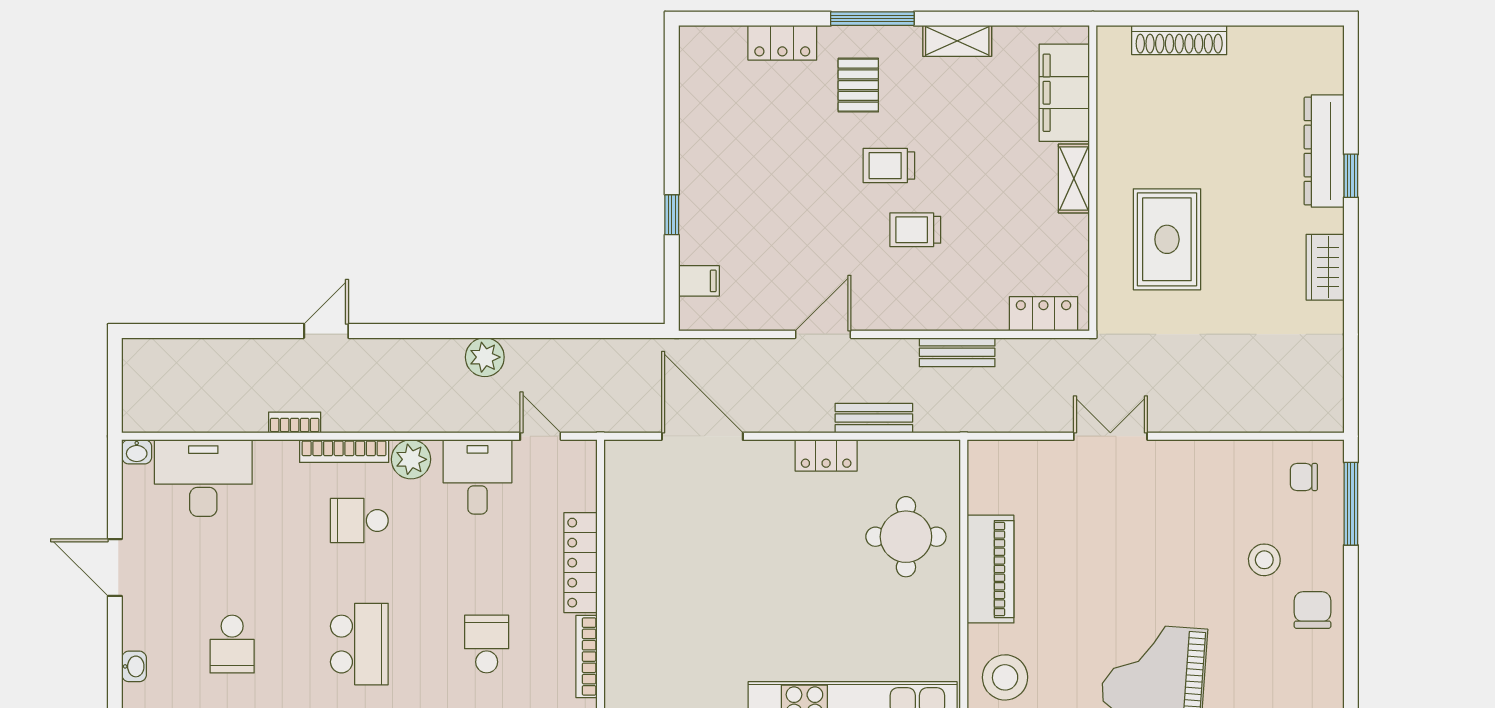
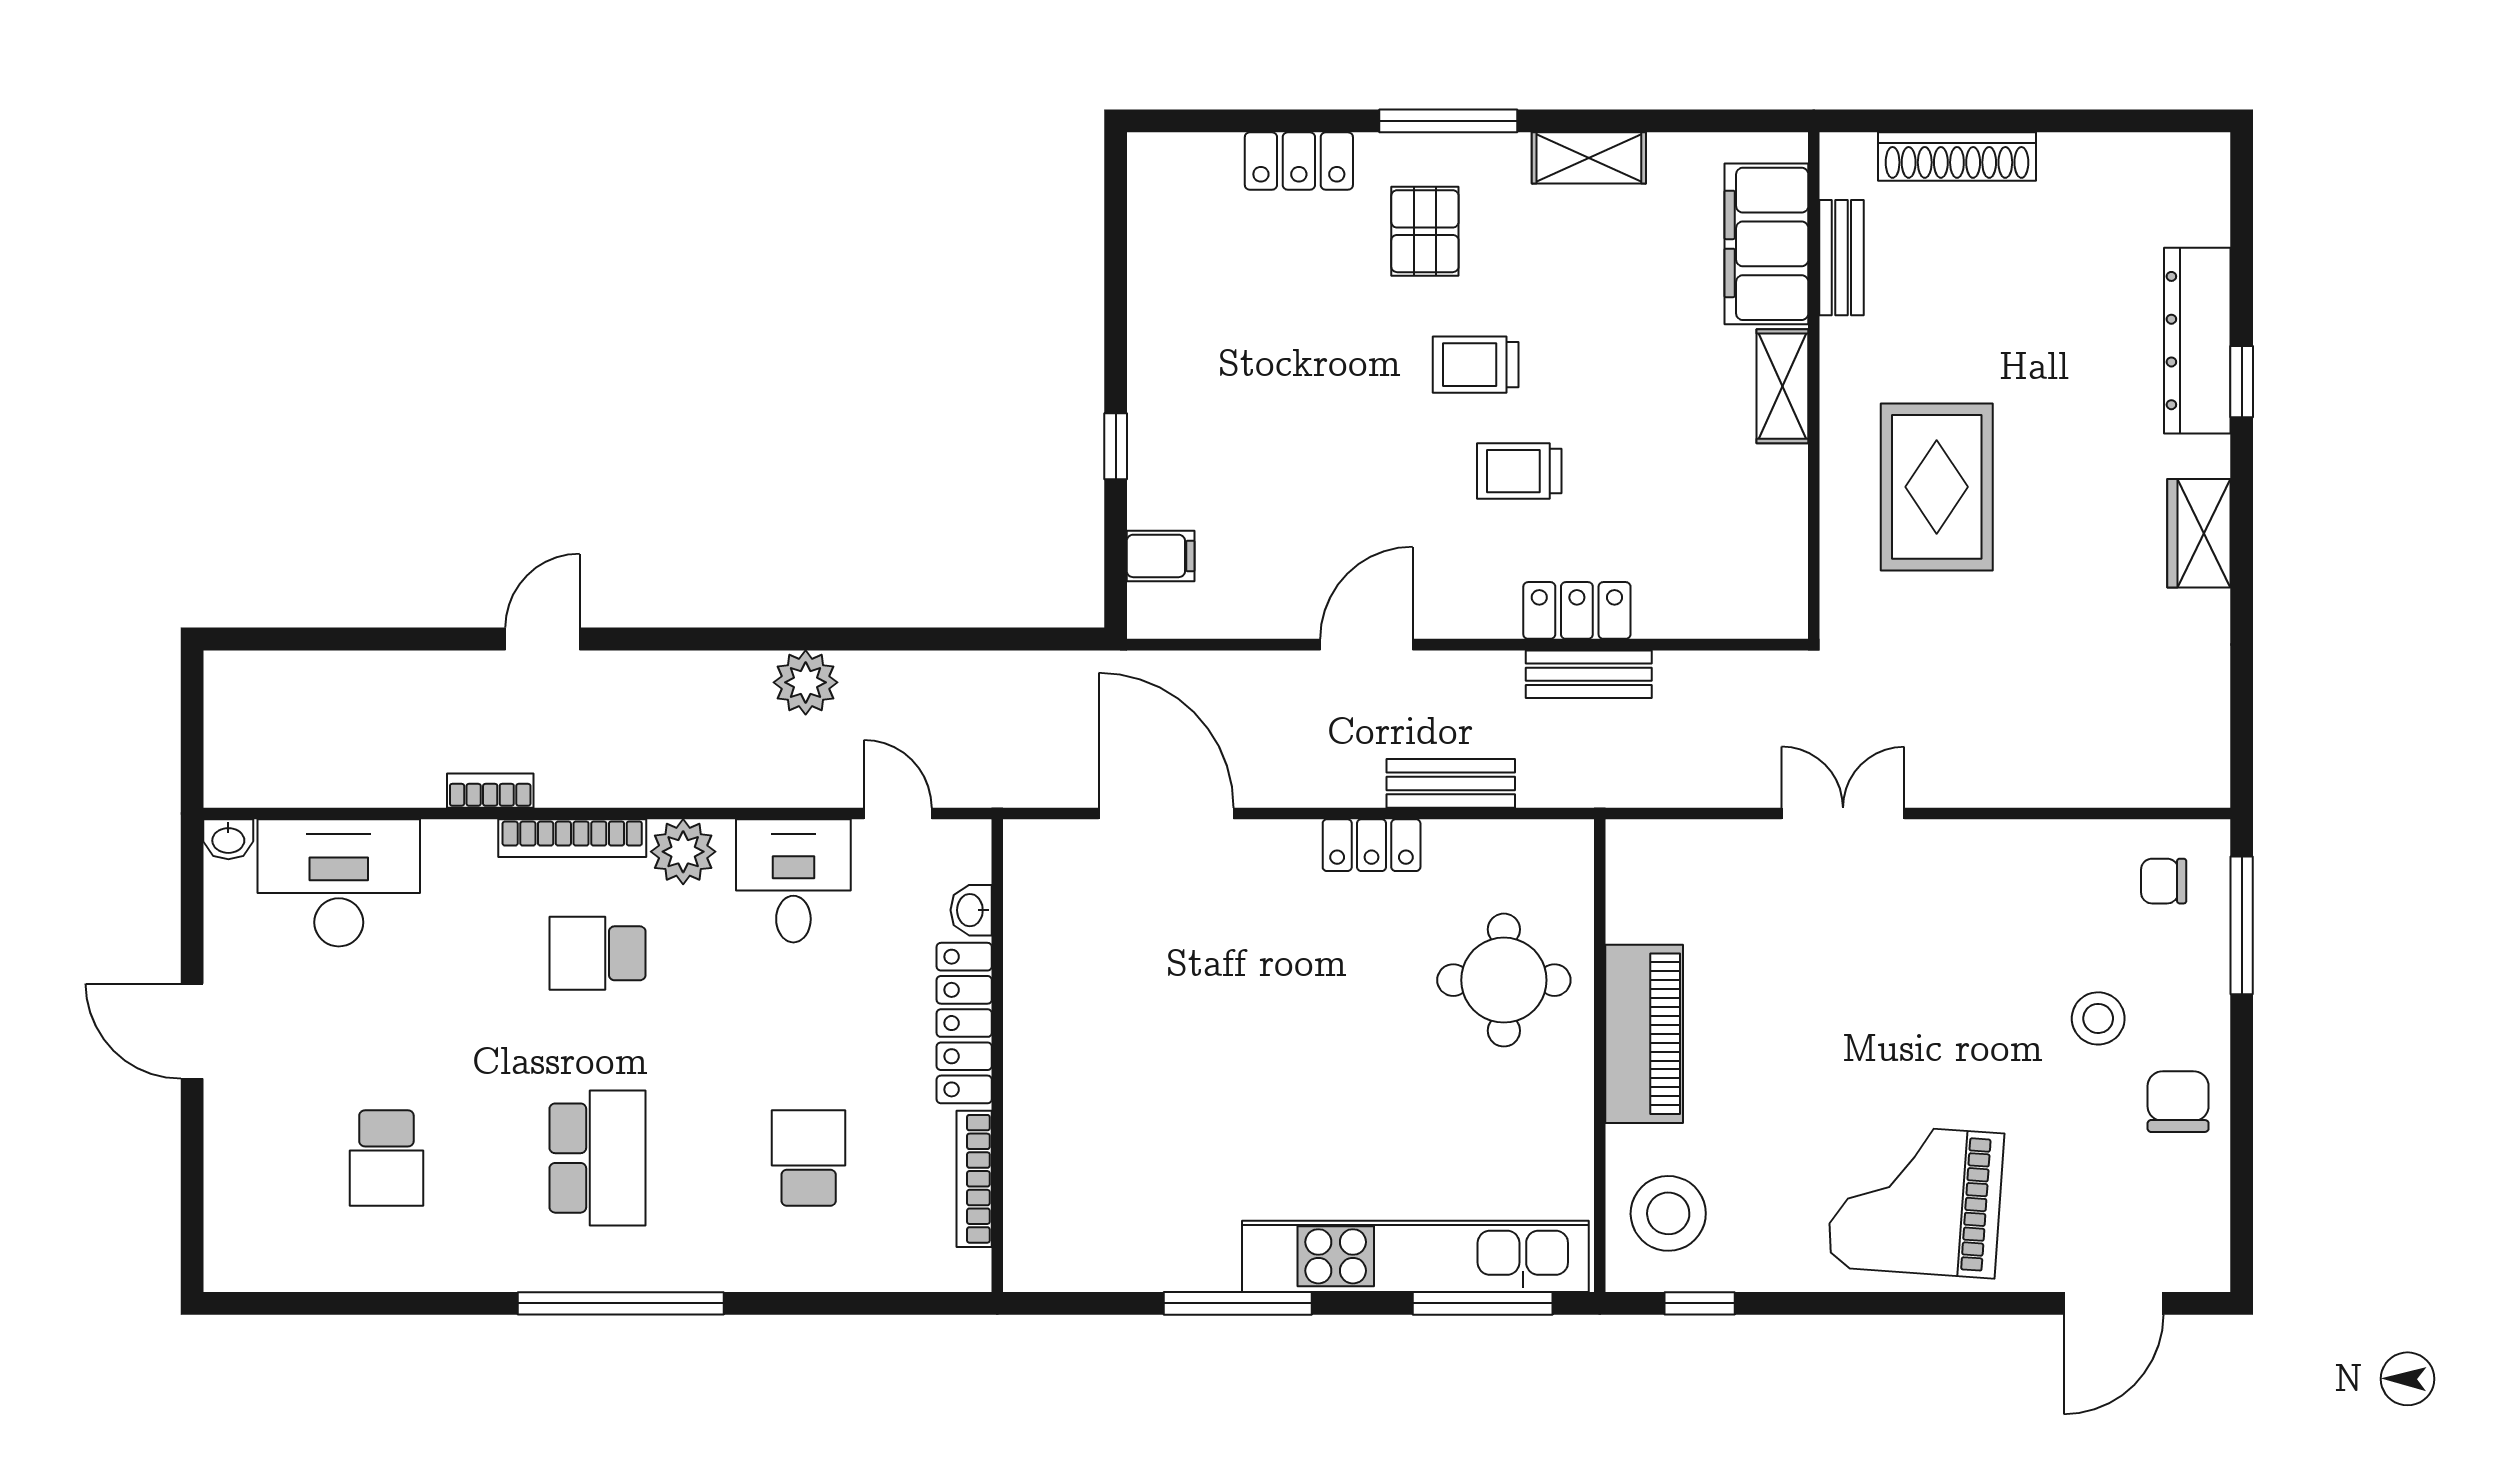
bench: (1110, 101) -> (1841, 258), added
locker: (1043, 314) -> (1577, 610), moved
washbasin: (134, 666) -> (971, 910), moved, turned 180

